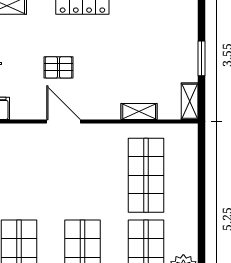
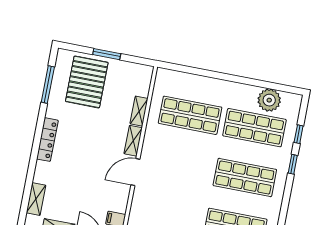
pallet: (58, 67) -> (87, 82), moved, width x2.05, depth x2.00
shelving: (190, 101) -> (133, 141), moved, turned 90

